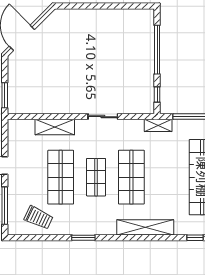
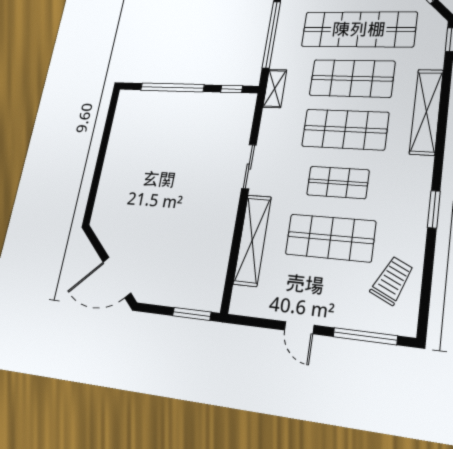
shelving: (55, 127) -> (252, 240), width x1.47
shop shelf: (167, 177) -> (352, 78), added

